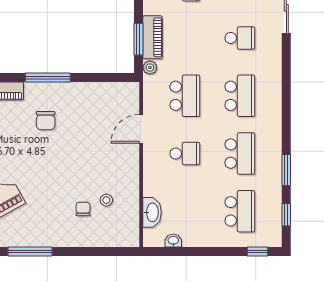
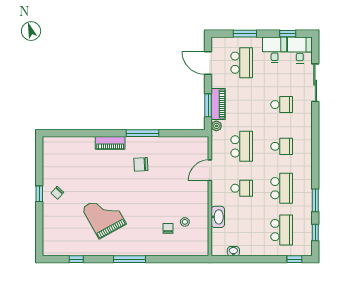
school desk: (240, 96) -> (282, 146), width x0.54
chair: (46, 121) -> (141, 164), turned 87
washbasin: (152, 212) -> (218, 217), moved

